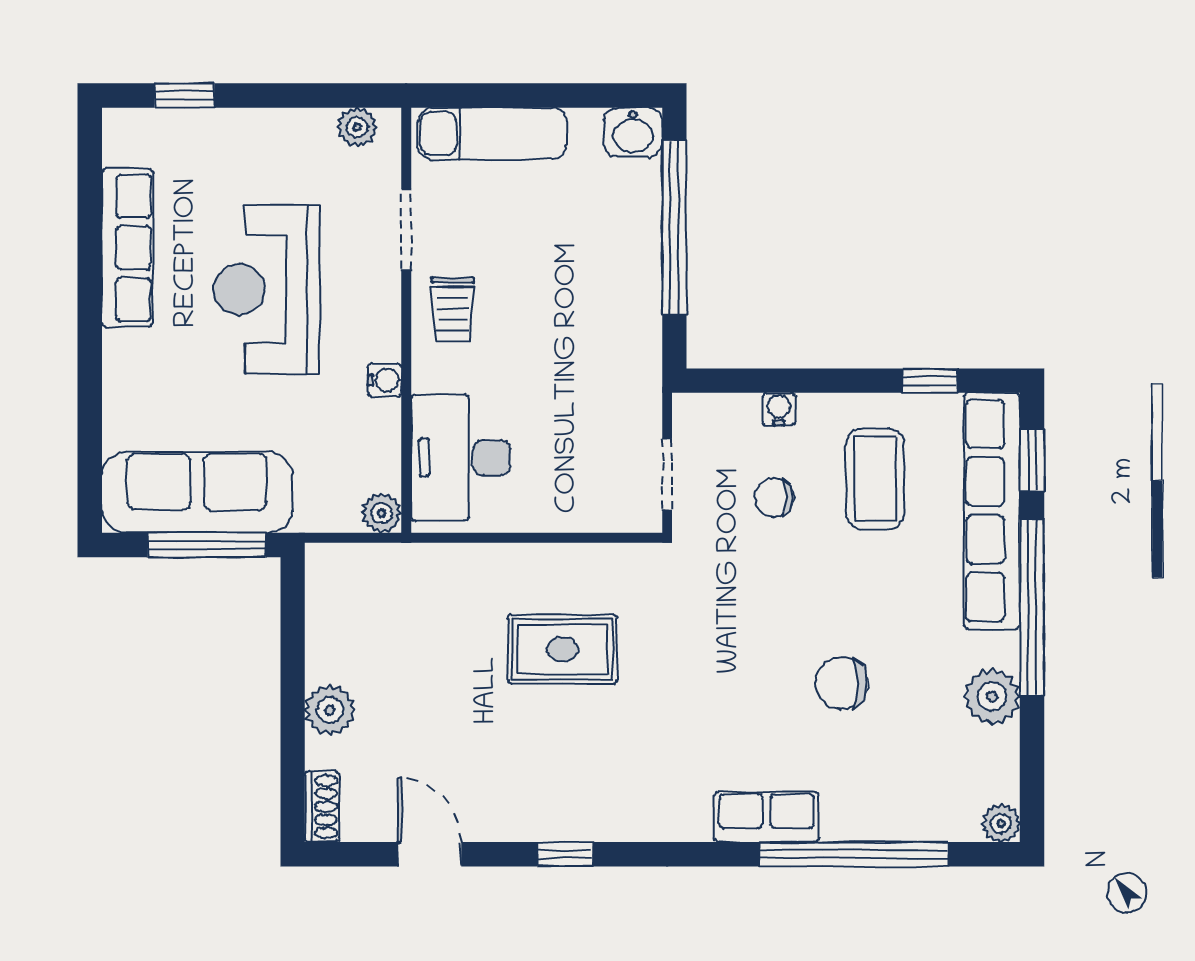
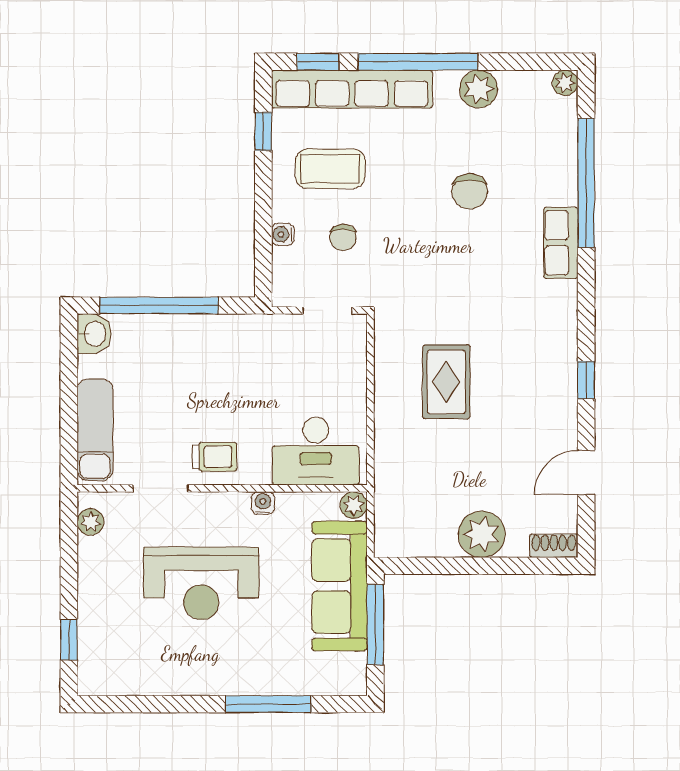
row of seats: (127, 248) -> (173, 678), removed
window: (90, 388) -> (268, 704), added
sofa: (197, 492) -> (339, 586), moved
plant: (330, 710) -> (482, 534), width x1.36, depth x1.36

